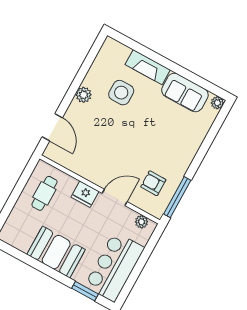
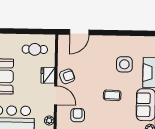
plant: (84, 95) -> (110, 41), removed
coffee table: (151, 128) -> (112, 95), added
armchair: (99, 171) -> (67, 76), added

